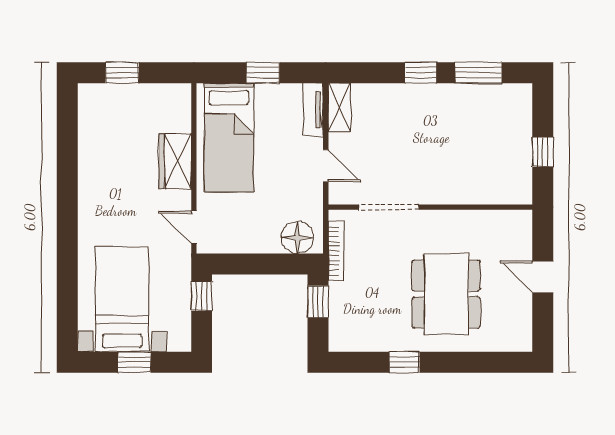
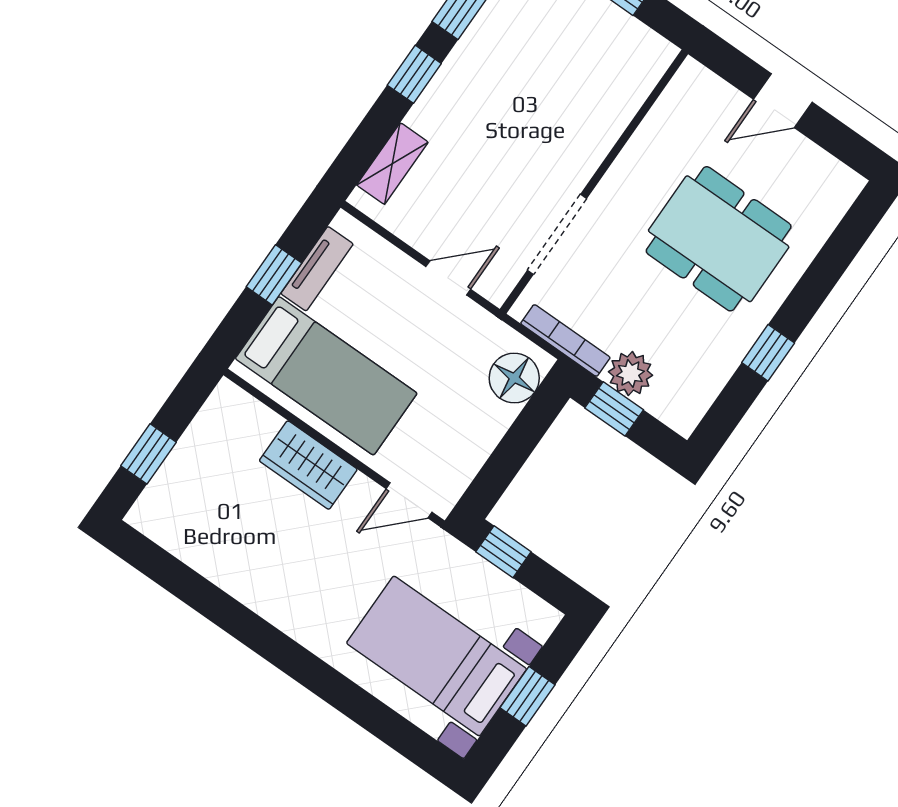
shelving: (339, 108) -> (392, 164), moved, turned 90
tv unit: (313, 110) -> (317, 269), moved, turned -90
plant: (343, 297) -> (630, 373), added

